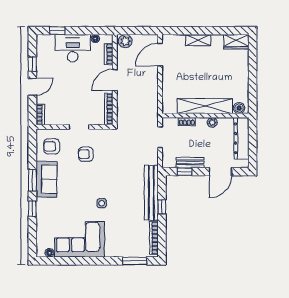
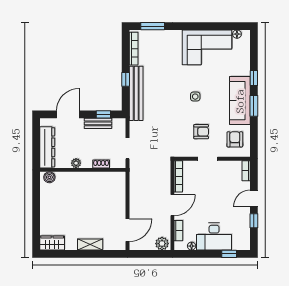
shelving: (205, 106) -> (83, 179), removed
armchair: (52, 146) -> (235, 139), turned -90
sofa: (46, 179) -> (240, 101), width x1.36
side table: (102, 203) -> (195, 97), moved

